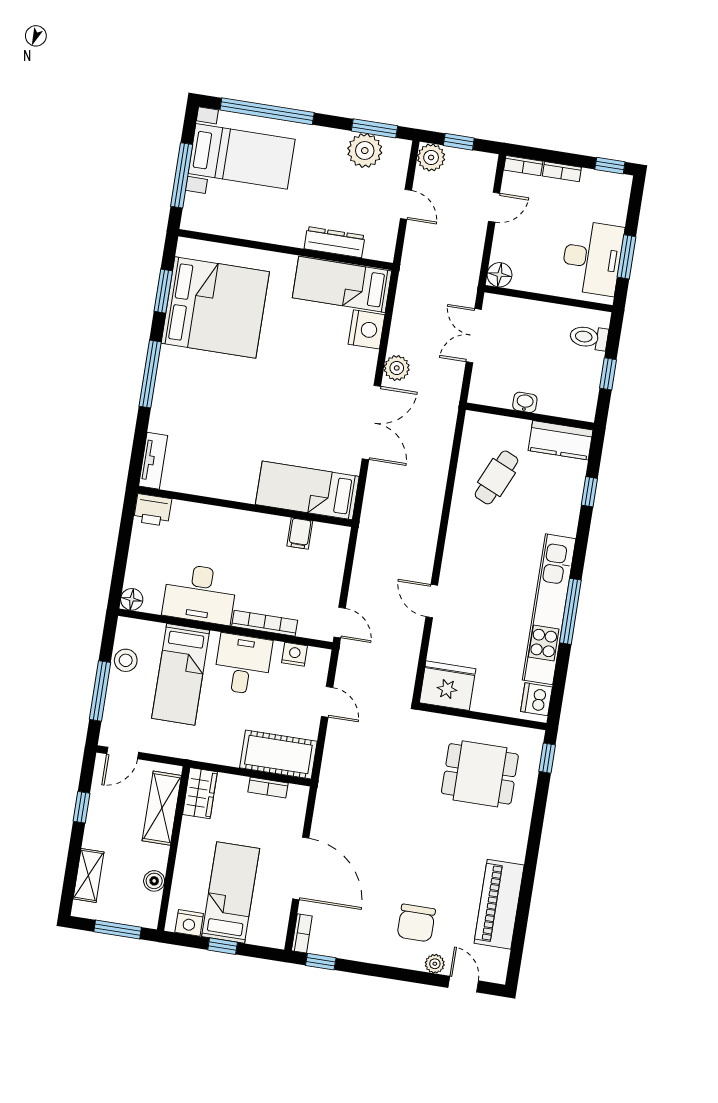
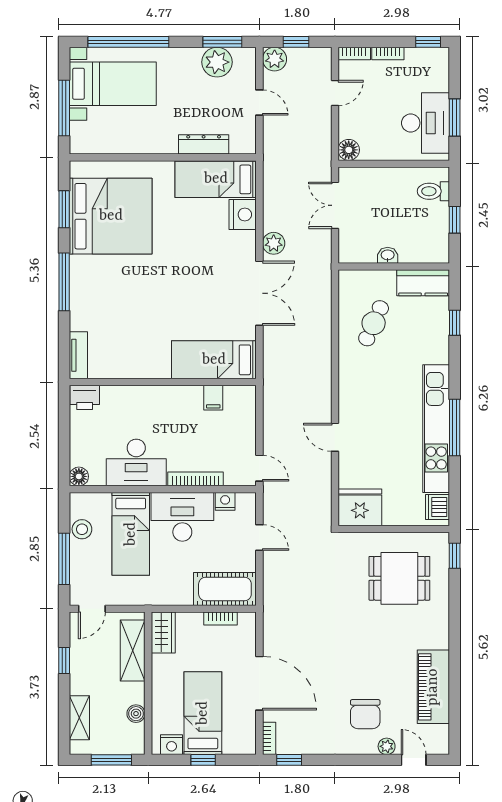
desk: (243, 664) -> (182, 517), width x1.37

